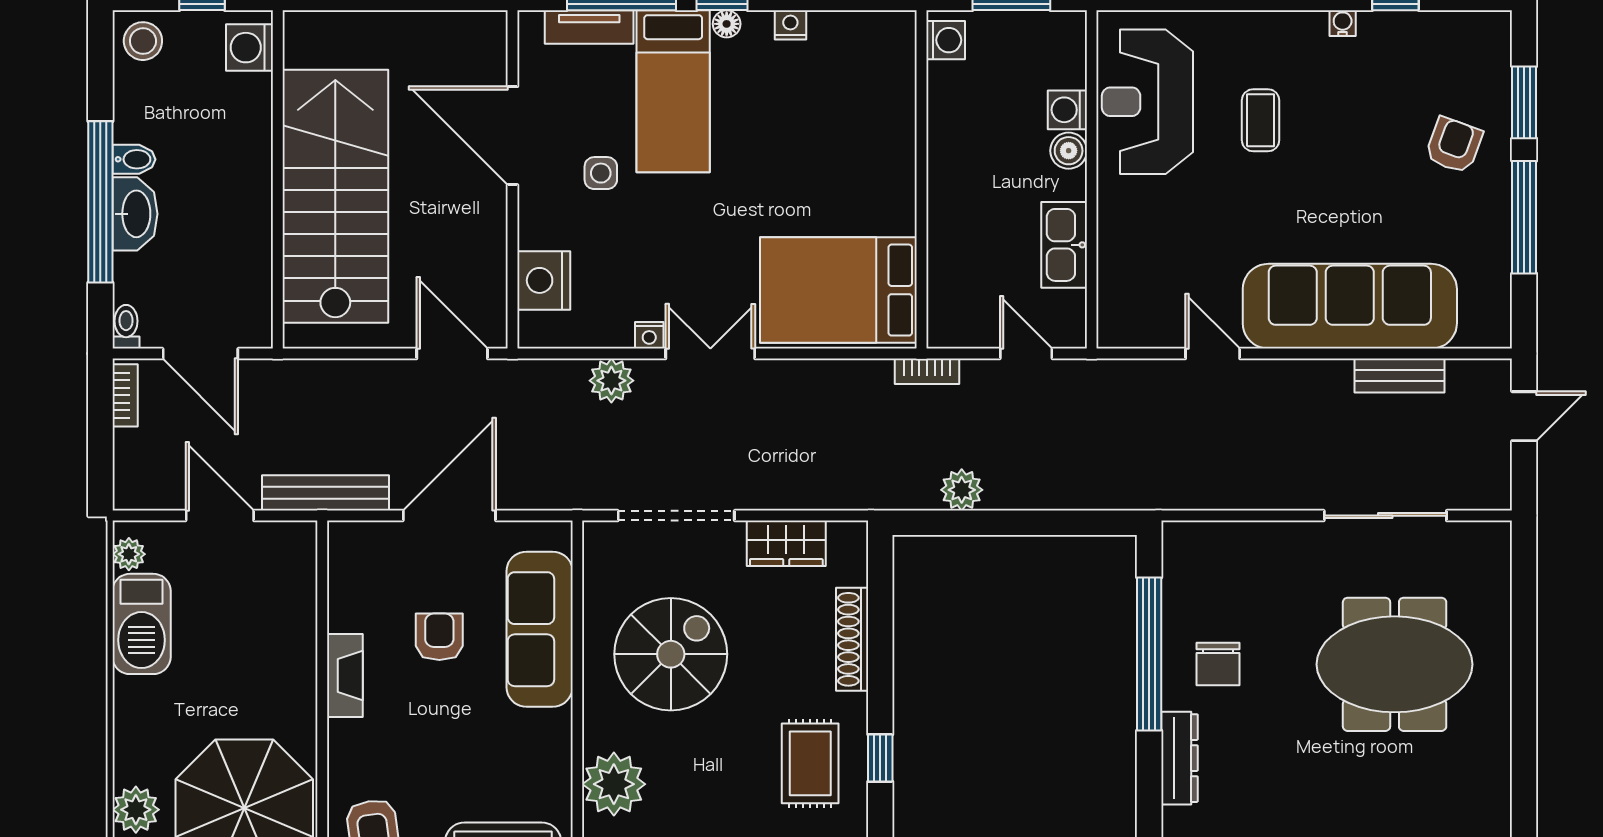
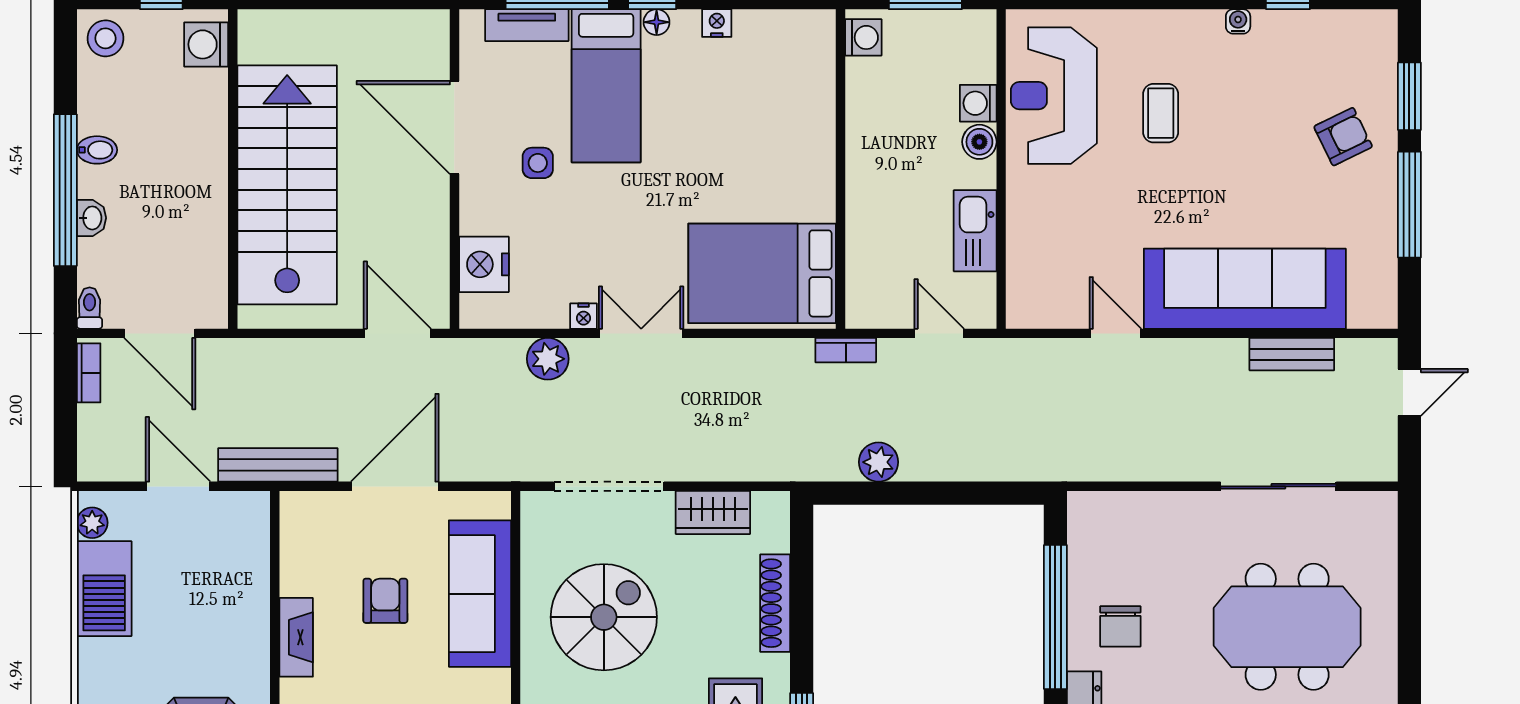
armchair: (1454, 145) -> (1343, 137), turned 44
washbasin: (135, 214) -> (91, 218), width x0.52, depth x0.69

